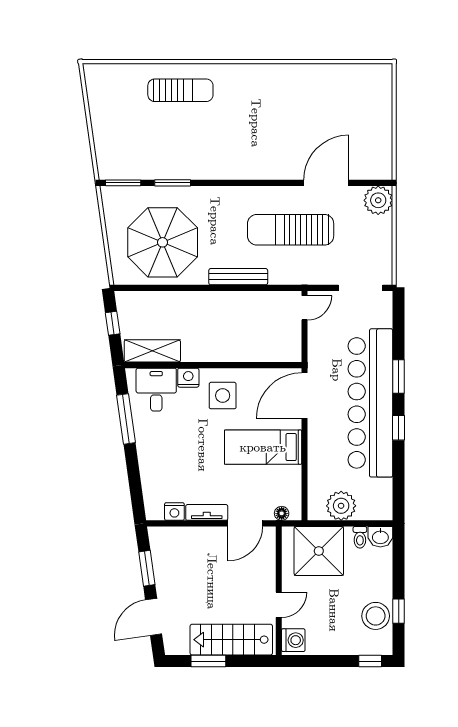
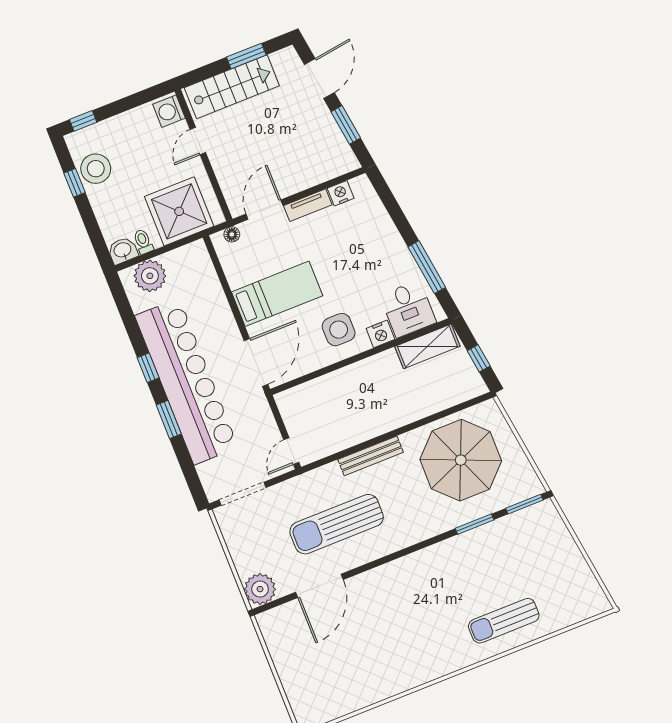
sun lounger: (291, 230) -> (337, 524), turned 180
plant: (341, 506) -> (150, 276), moved

